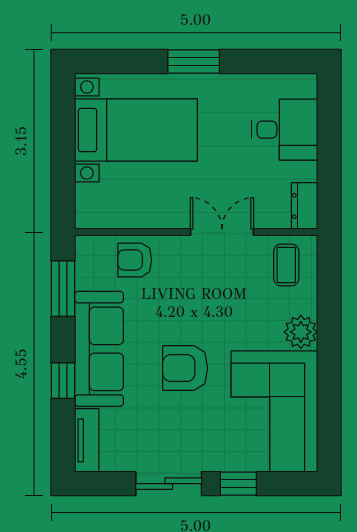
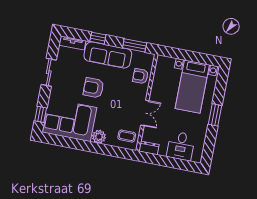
armchair: (135, 260) -> (140, 76), turned -90
armchair: (185, 368) -> (94, 88), turned -90
window: (238, 484) -> (41, 114), moved

